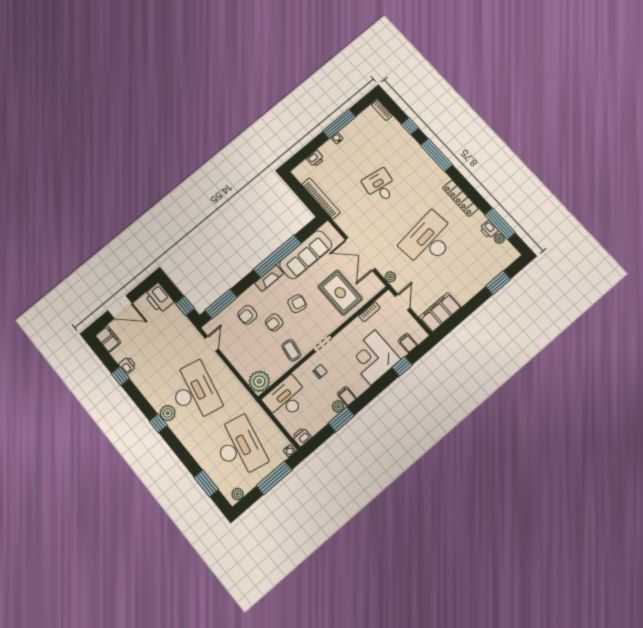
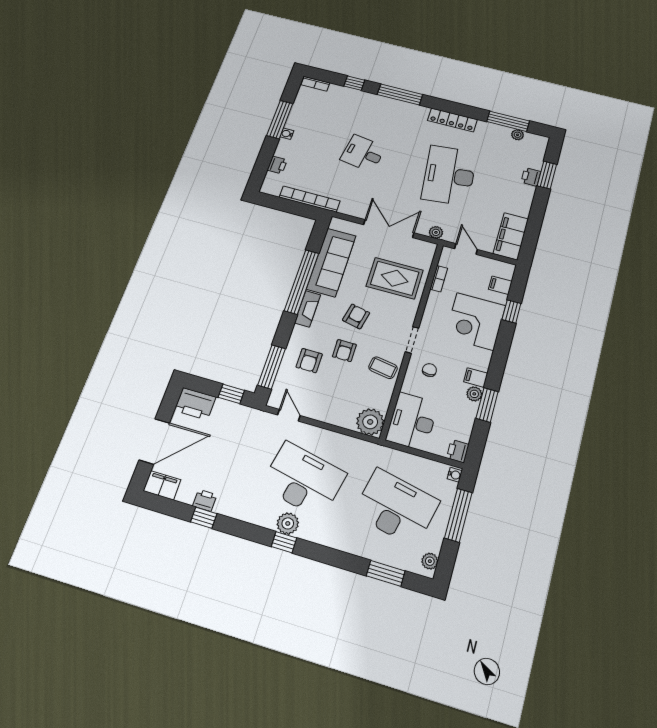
printer: (489, 229) -> (531, 177), moved, turned 90
double door: (360, 254) -> (389, 229), swing flipped
door: (120, 307) -> (154, 441), width x1.36

